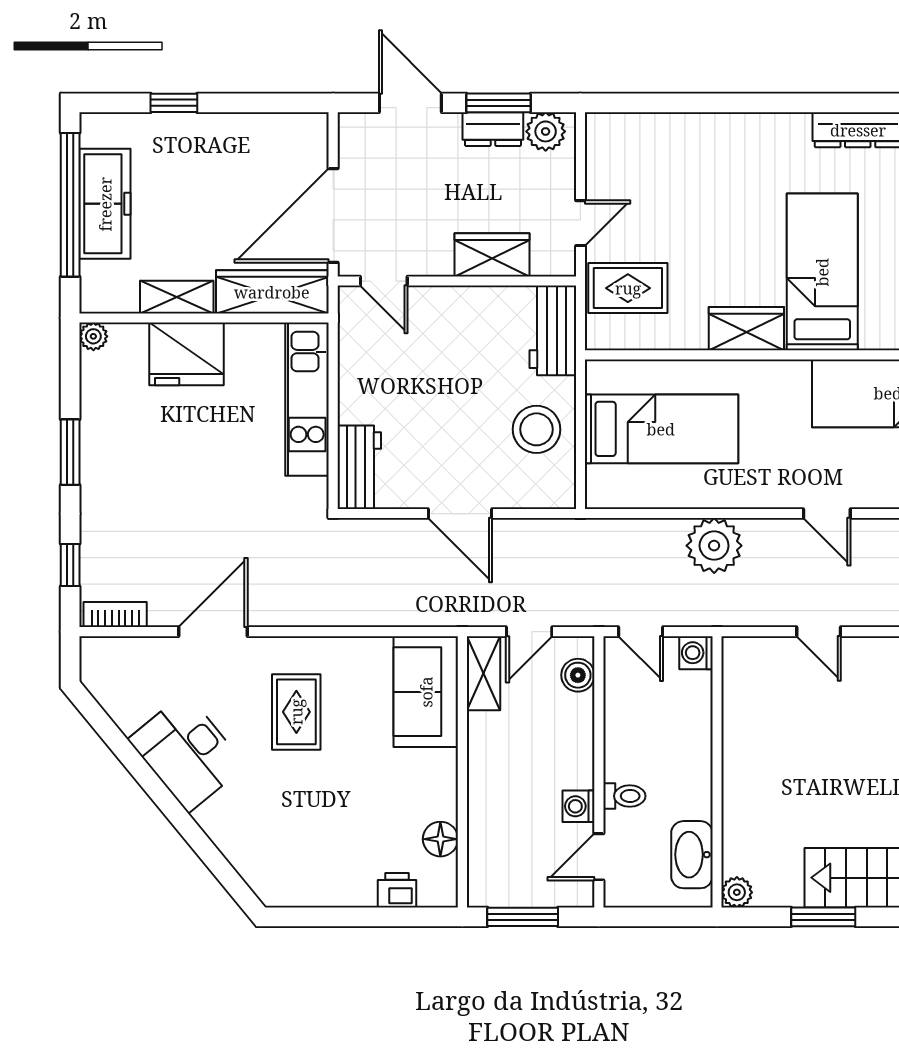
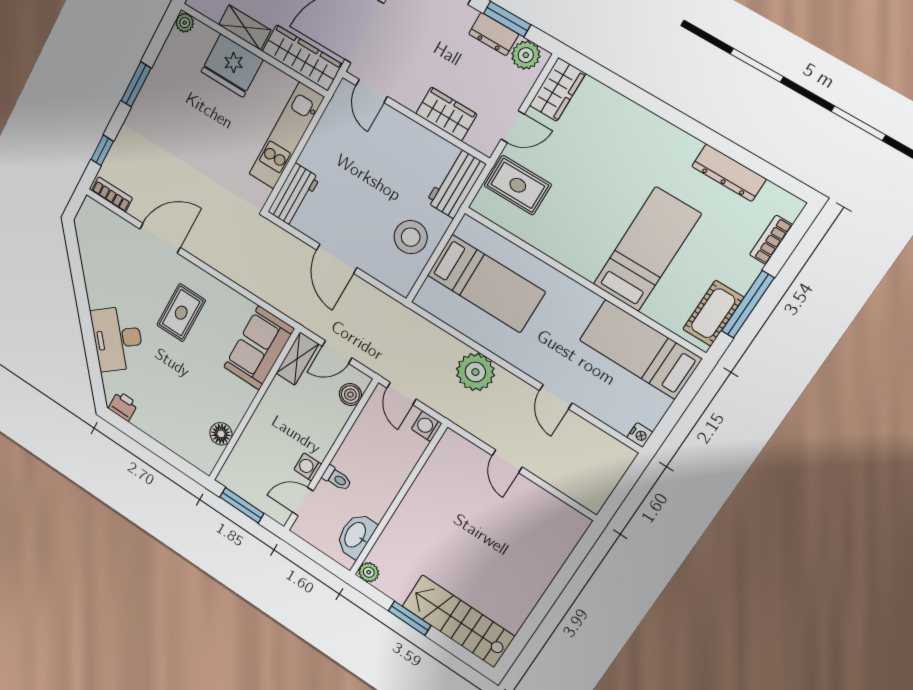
wardrobe: (746, 329) -> (557, 89), moved, turned 90
desk: (187, 753) -> (117, 339), moved
printer: (397, 890) -> (123, 406), moved

